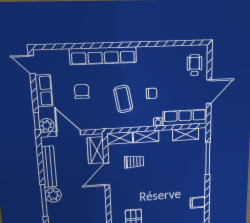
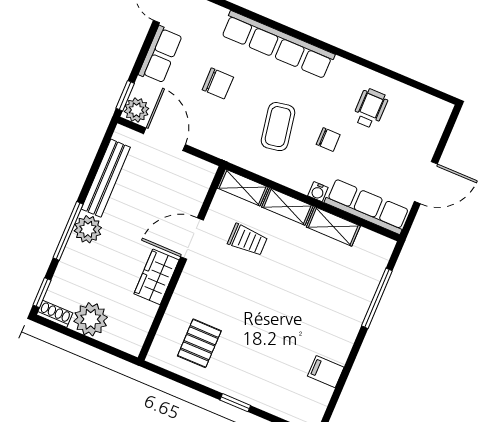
wheelchair: (195, 65) -> (370, 108), moved
chair: (82, 91) -> (218, 83), turned 90
shelving: (186, 134) -> (333, 226), moved
wardrobe: (96, 150) -> (156, 277), moved

